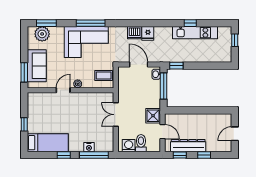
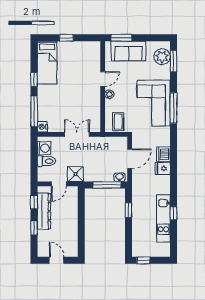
window: (235, 40) -> (143, 260), moved
window: (176, 66) -> (128, 210), moved
door: (63, 90) -> (103, 79), hinge flipped
nightstand: (89, 147) -> (42, 127), moved

